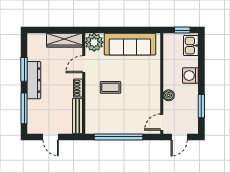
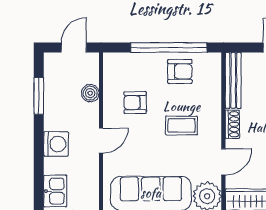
boiler: (169, 95) -> (90, 93), moved
armchair: (140, 102) -> (135, 103), added
armchair: (112, 122) -> (180, 71), added
door: (162, 122) -> (101, 141), moved

